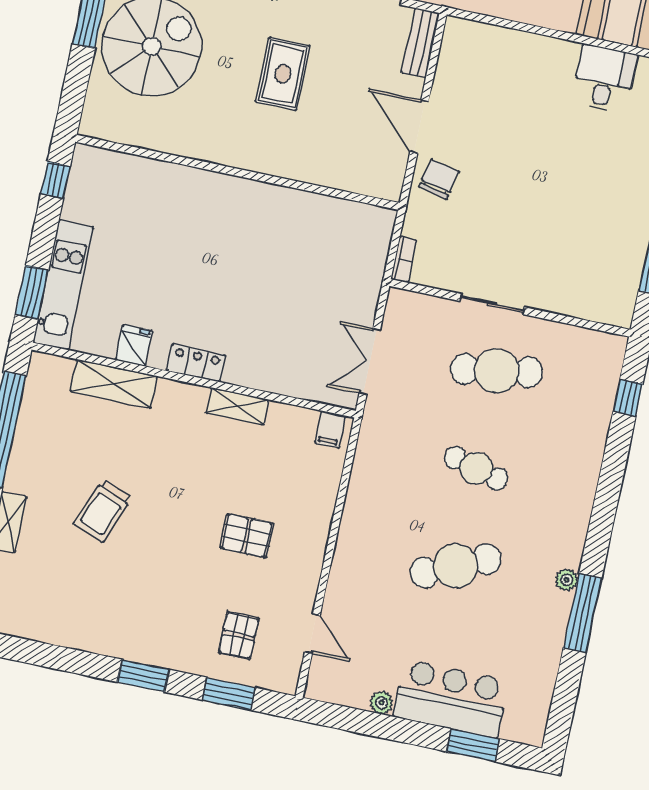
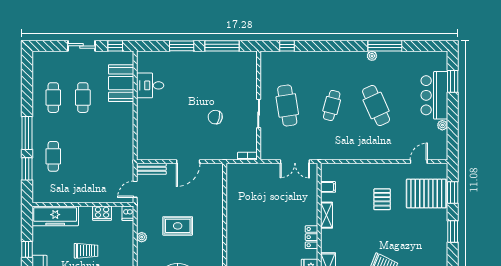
chair: (439, 179) -> (215, 117), moved
filing cabinet: (330, 429) -> (328, 187), moved
pallet: (239, 636) -> (426, 194), width x2.05, depth x2.00

